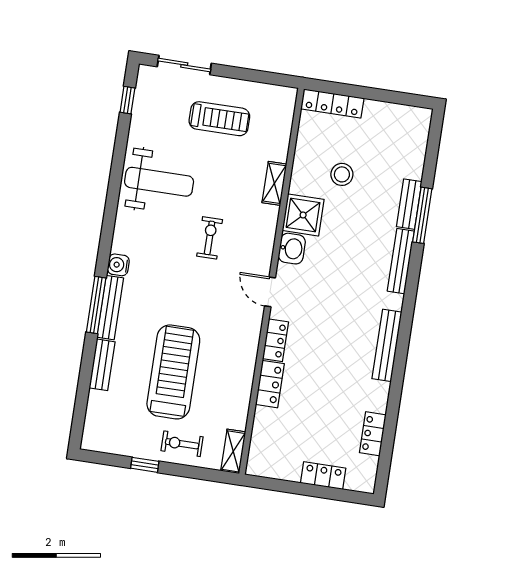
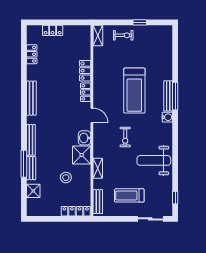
shower: (412, 157) -> (33, 191), added
bench: (102, 365) -> (98, 202), moved
treadmill: (173, 372) -> (134, 91), moved

